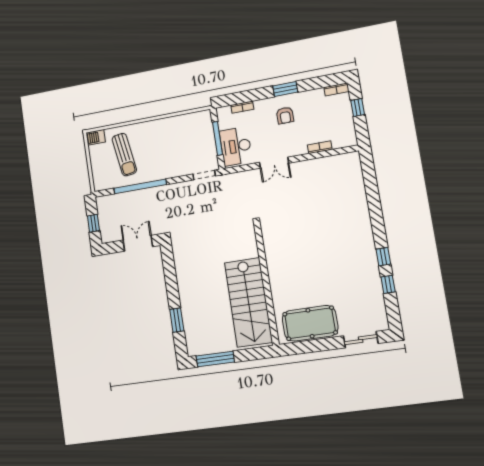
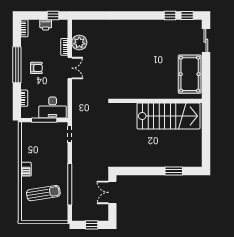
window: (285, 89) -> (17, 65), width x2.11
window: (358, 107) -> (53, 16), moved
printer: (346, 117) -> (46, 25), added
barbecue: (96, 137) -> (26, 169), moved
double door: (274, 163) -> (70, 68), moved
plant: (329, 166) -> (79, 43), added
window: (383, 257) -> (187, 16), moved
window: (215, 359) -> (206, 147), removed

